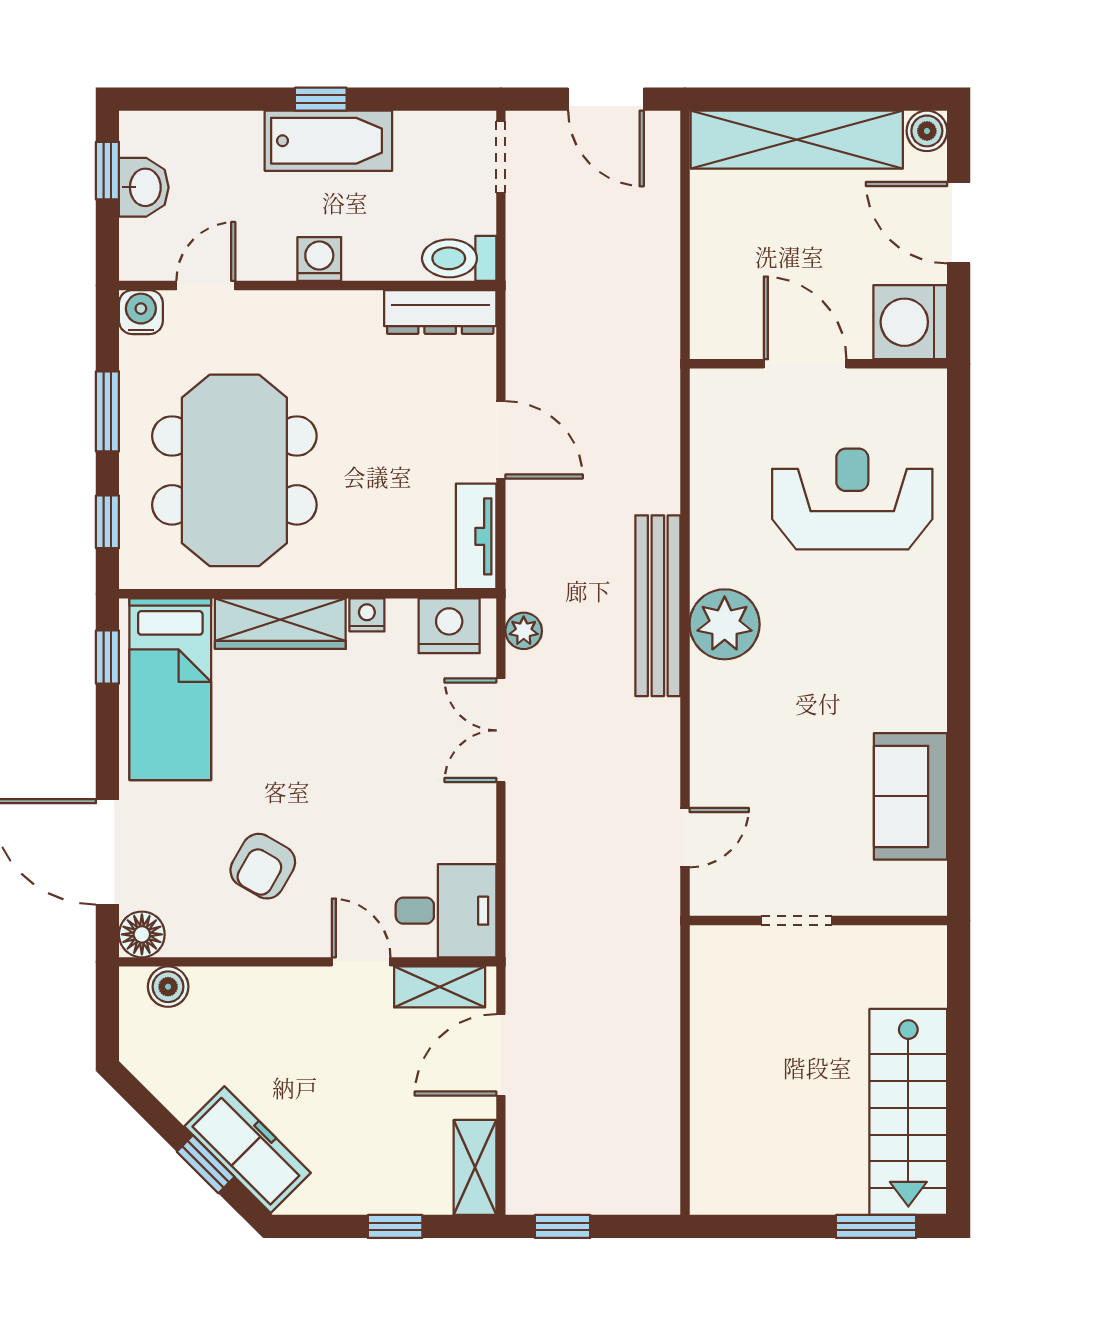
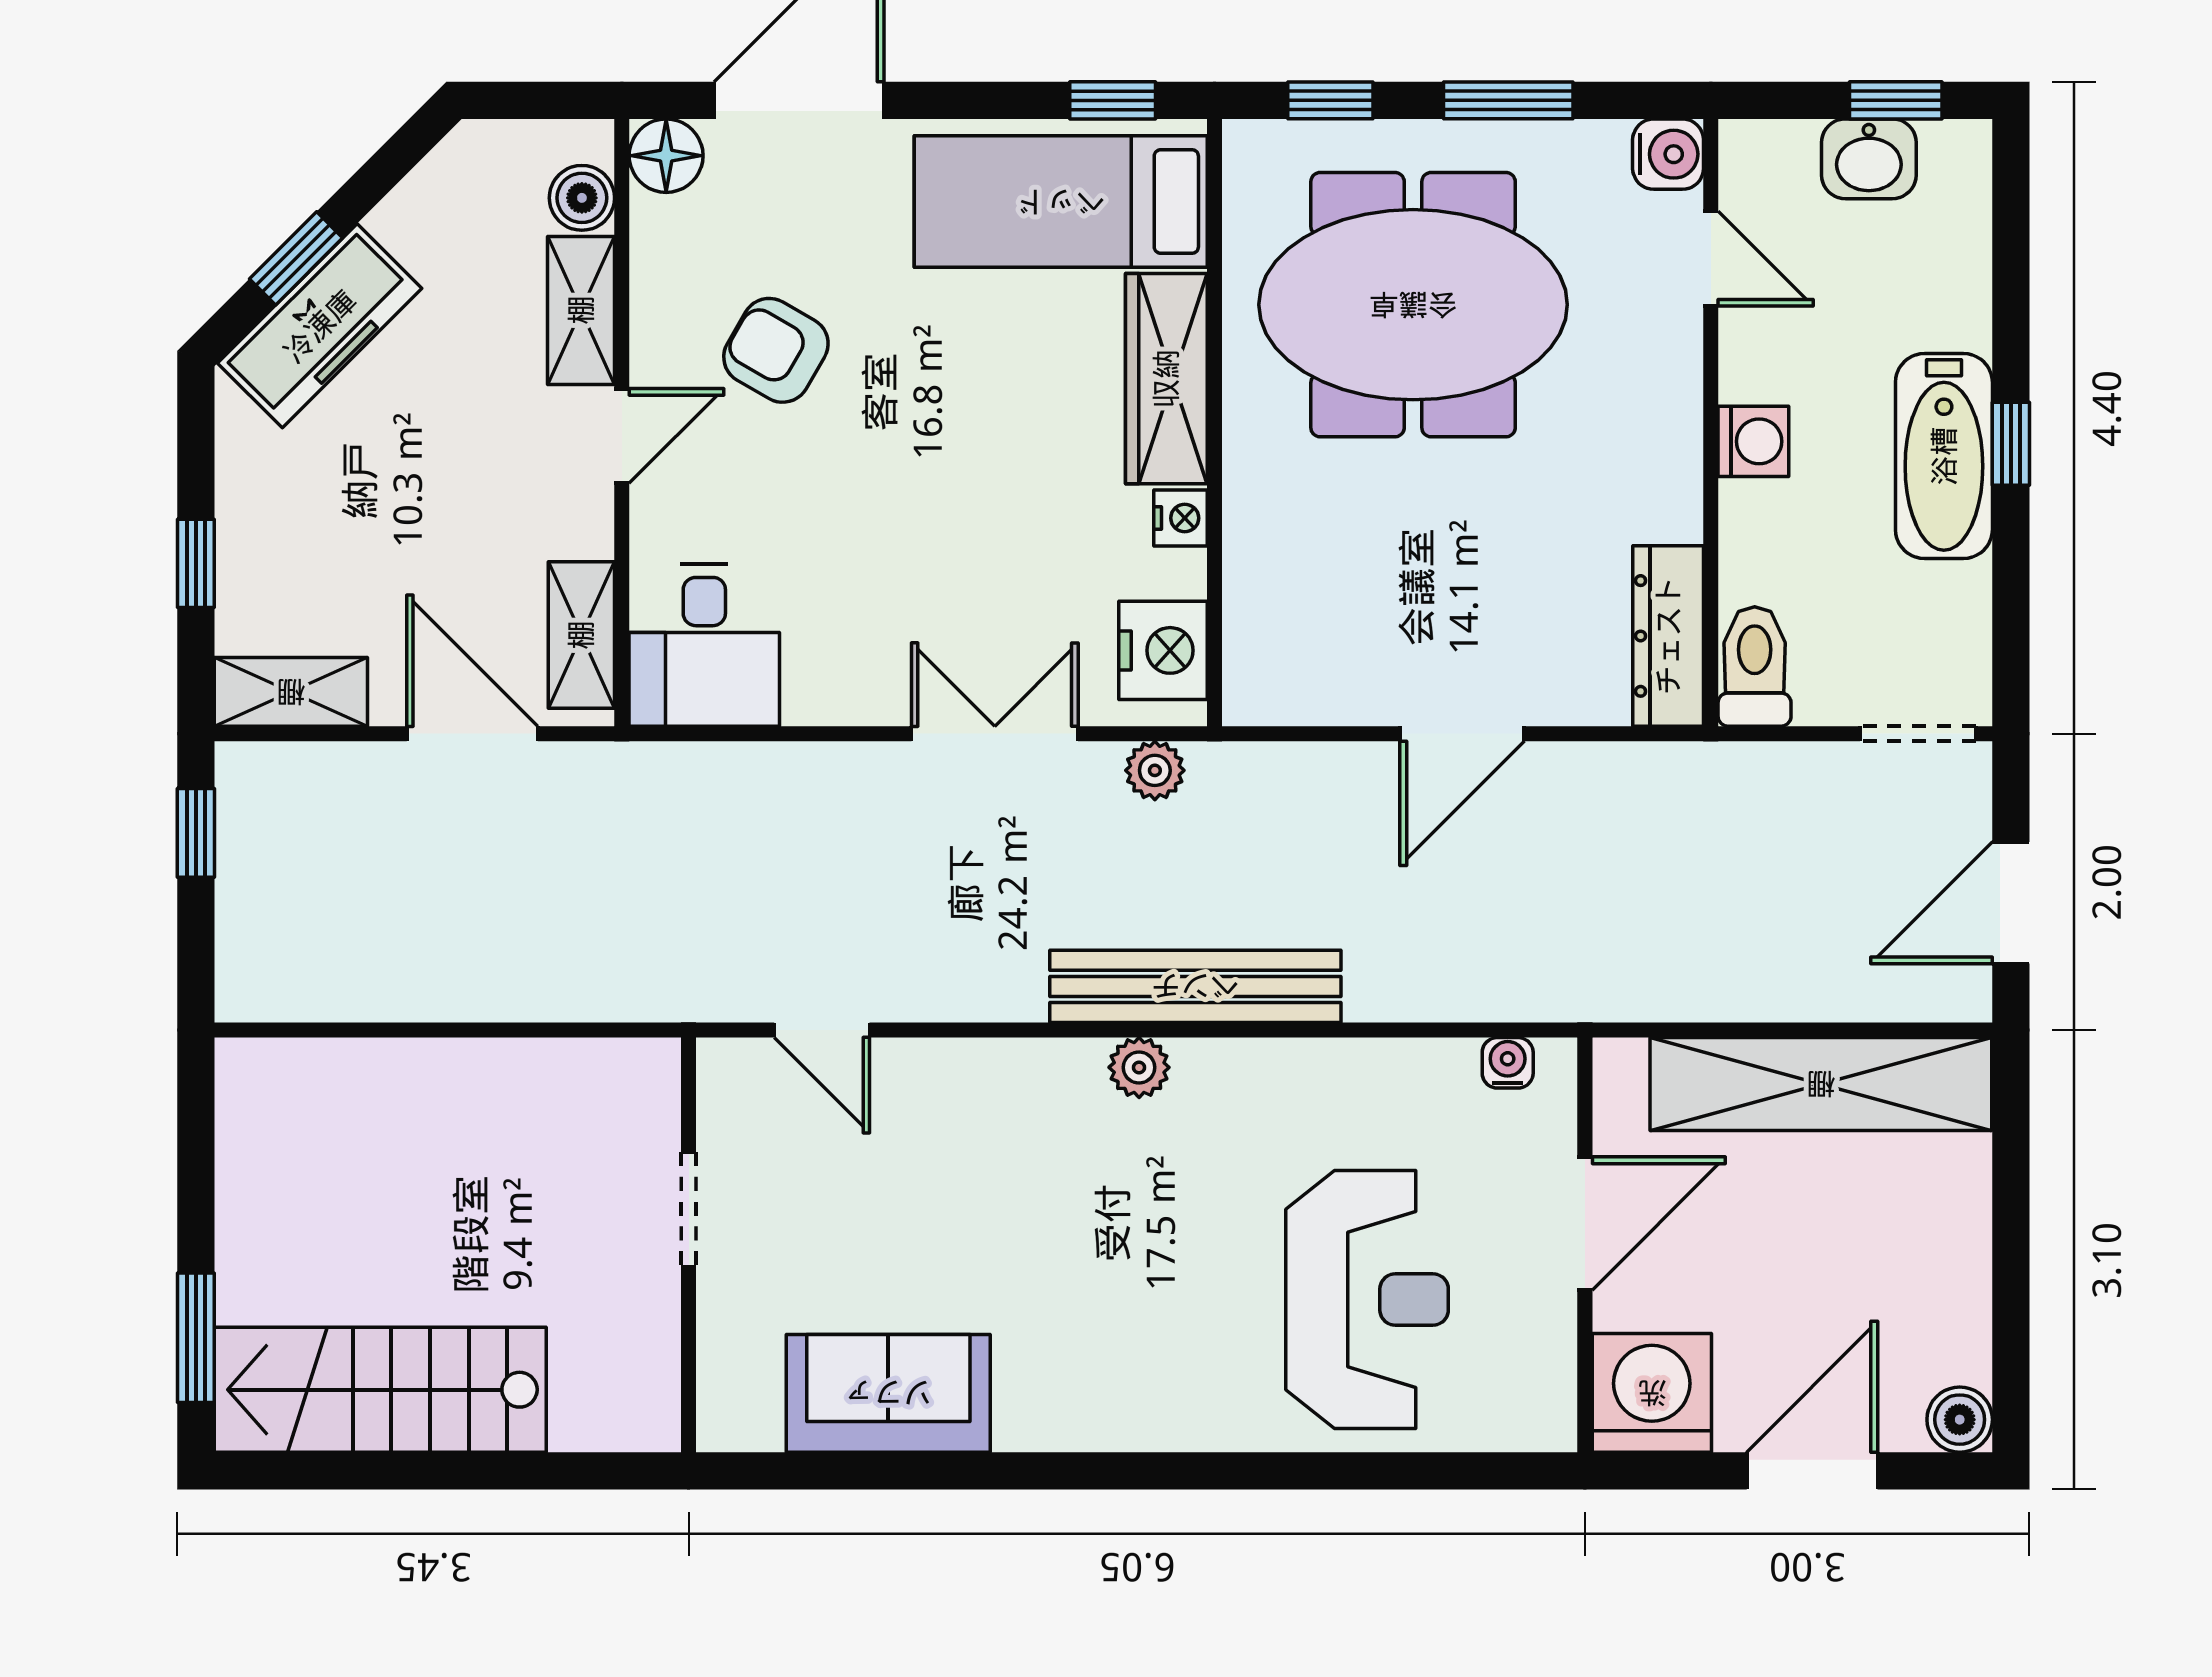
shelving: (797, 140) -> (1821, 1084), moved, turned 90
water cooler: (705, 412) -> (1508, 1063), added
tv unit: (476, 536) -> (1307, 694), removed
plant: (725, 624) -> (1139, 1067), width x0.53, depth x0.53
door: (361, 962) -> (622, 436), moved
shelving: (238, 987) -> (581, 310), added

